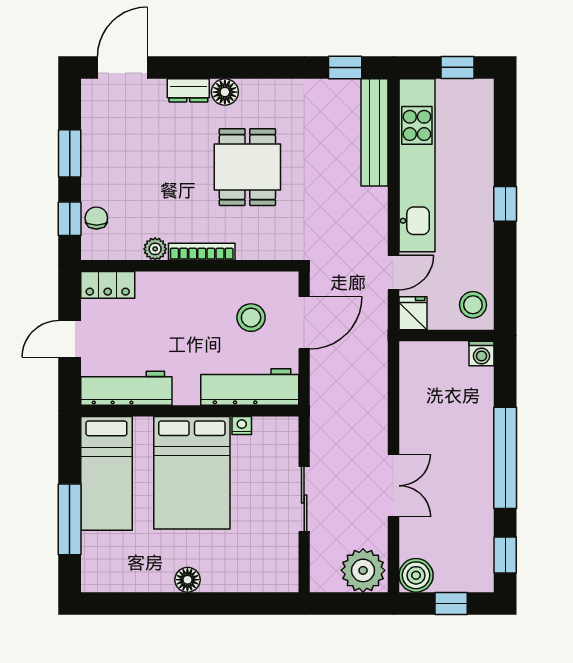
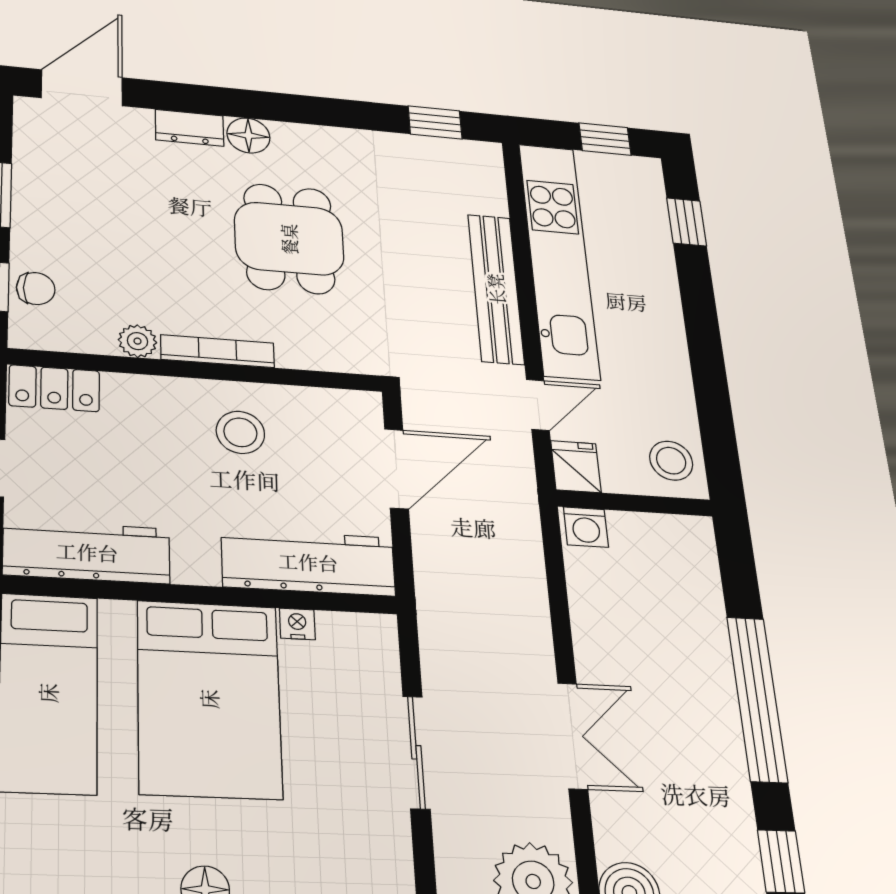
bench: (375, 132) -> (496, 289), moved
window: (505, 204) -> (687, 222), moved
chair: (96, 218) -> (36, 289), turned 90
stool: (251, 318) -> (240, 432), moved
washing machine: (482, 353) -> (586, 527), moved

